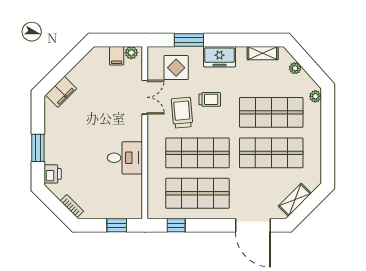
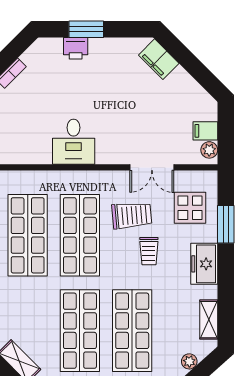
printer: (53, 174) -> (76, 48), moved

